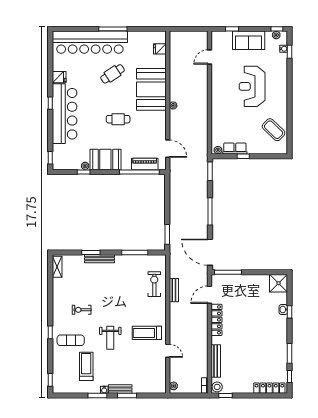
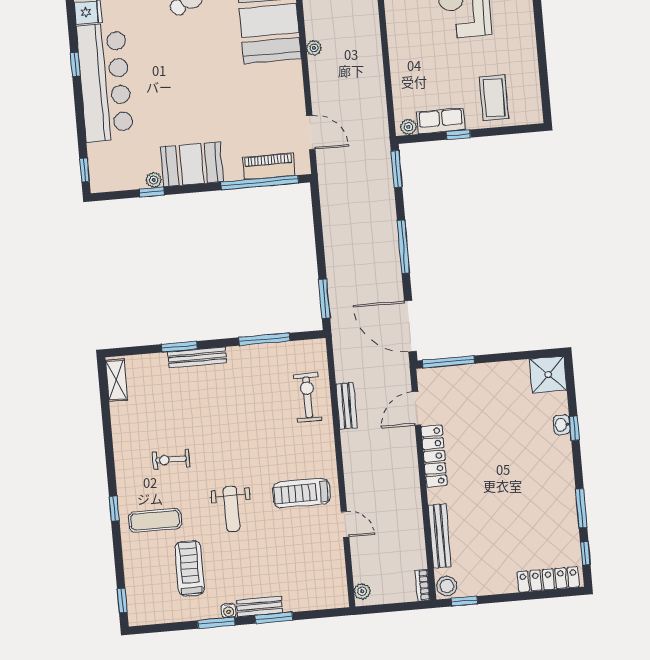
cafe table: (118, 119) -> (210, 84), removed
coffee table: (274, 130) -> (494, 98), moved, turned 46

